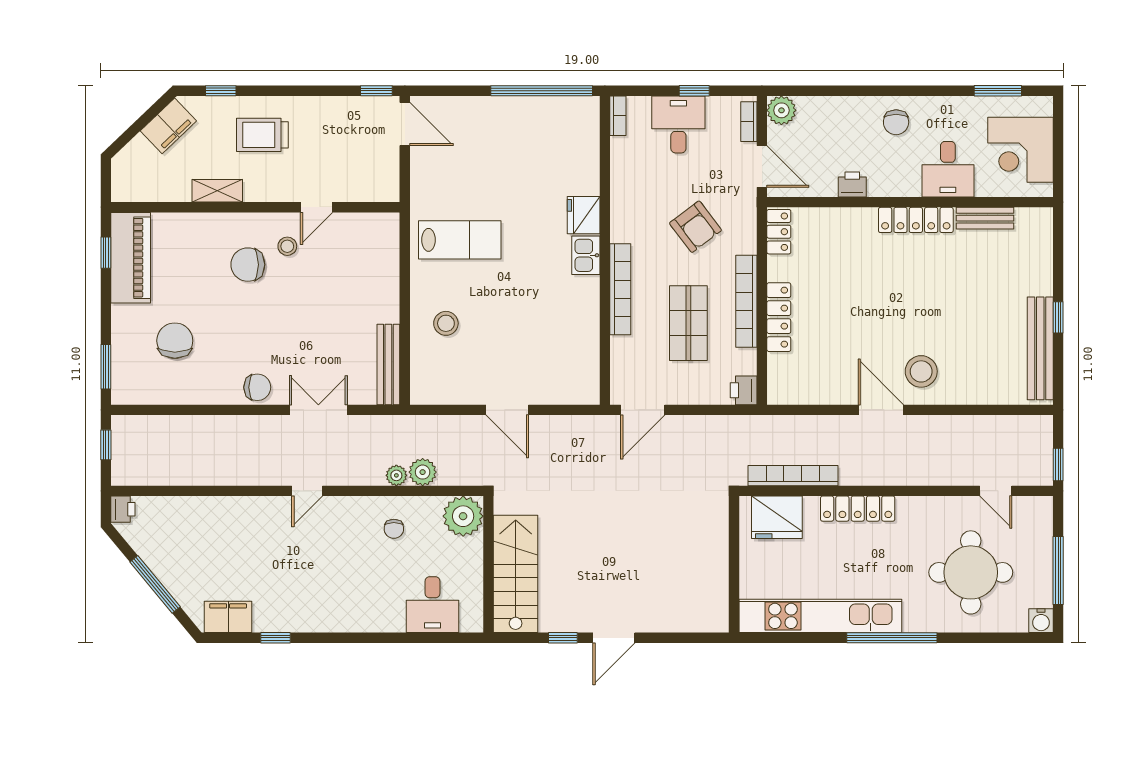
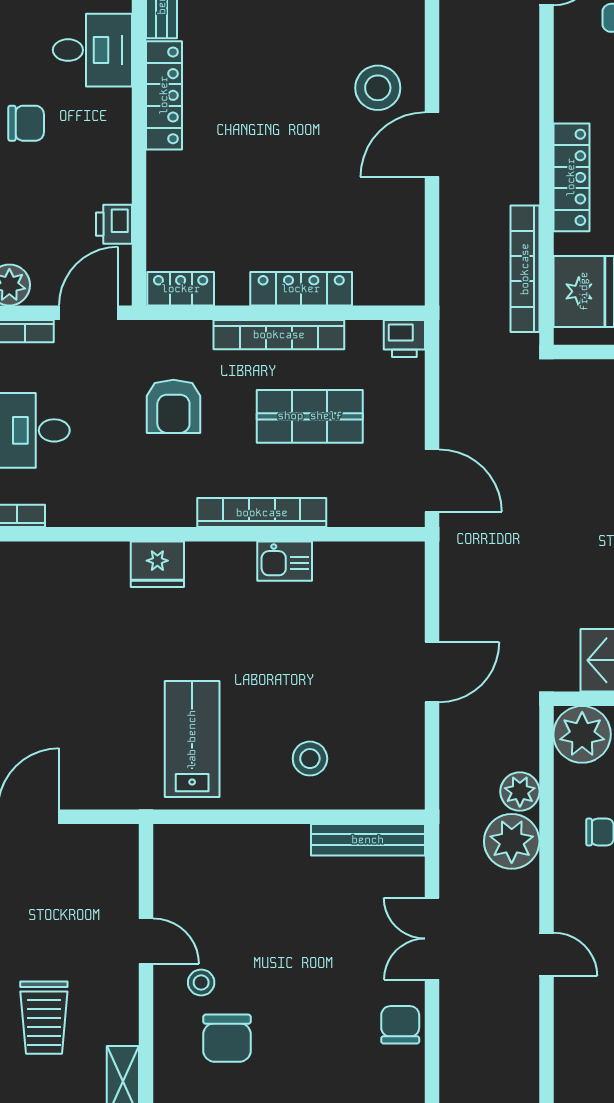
printer: (852, 184) -> (114, 224), moved
armchair: (695, 227) -> (173, 406), turned 127
kitchen sink: (586, 255) -> (285, 561), moved
plant: (396, 475) -> (512, 841), width x1.88, depth x1.88

